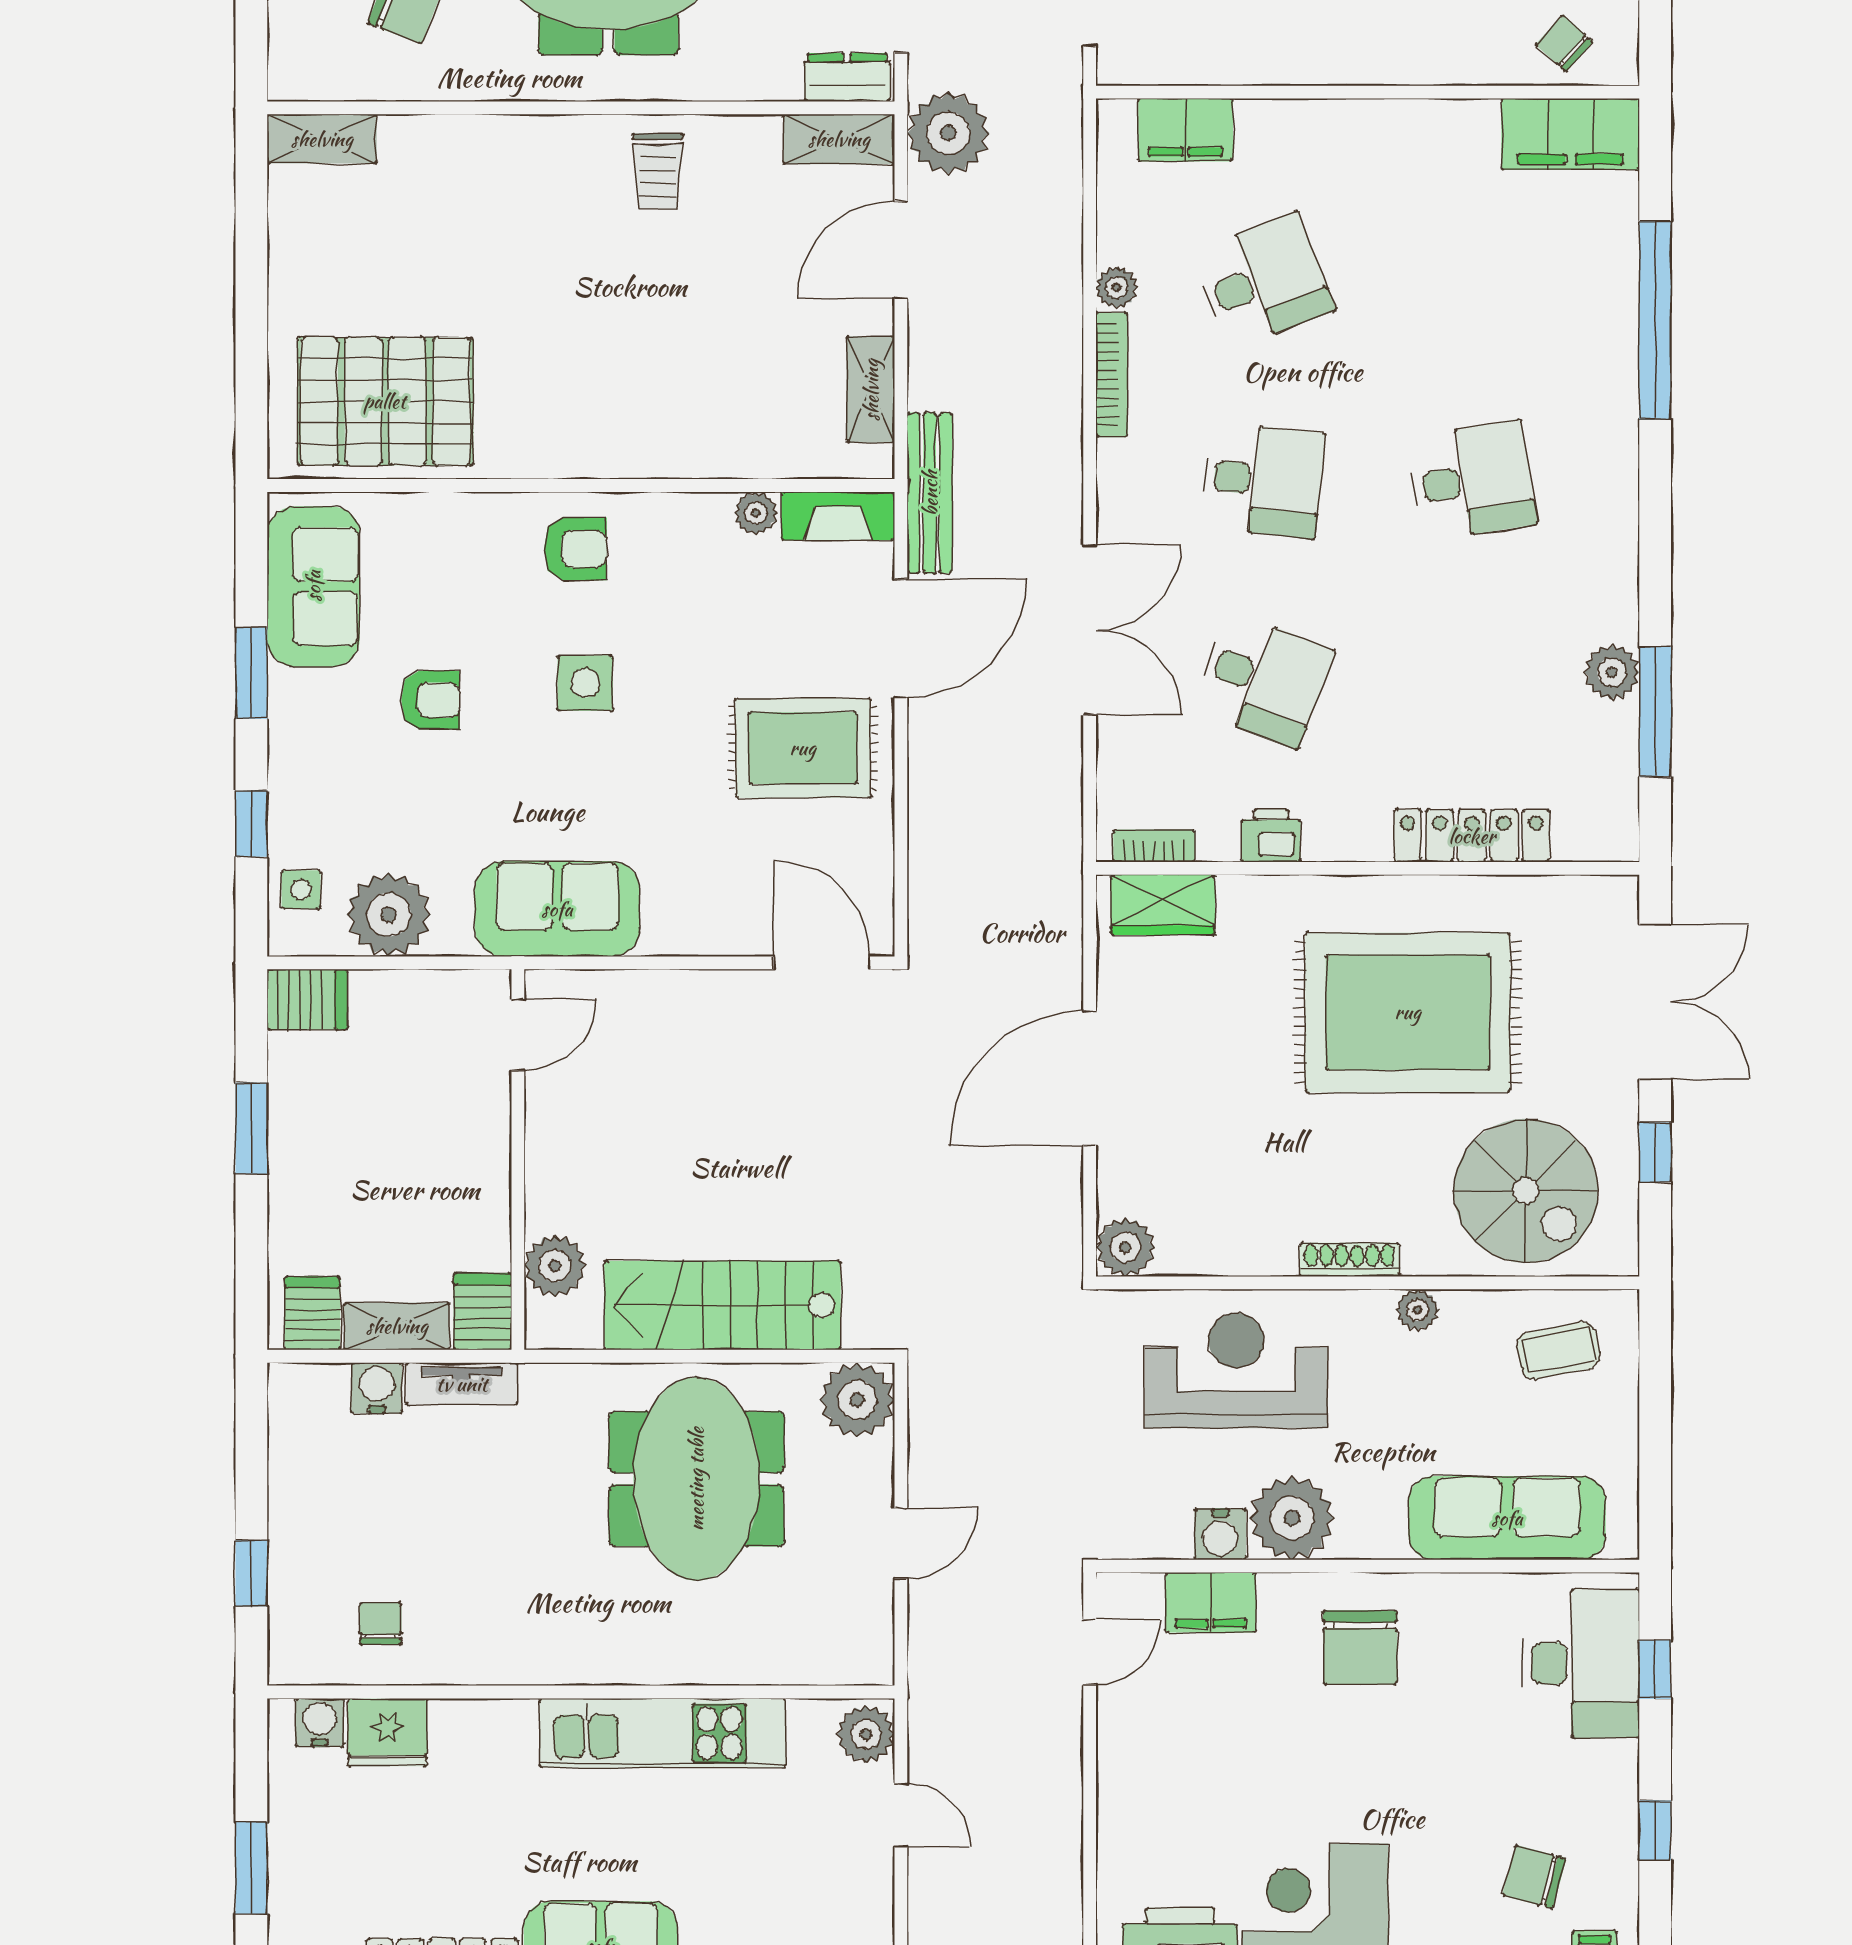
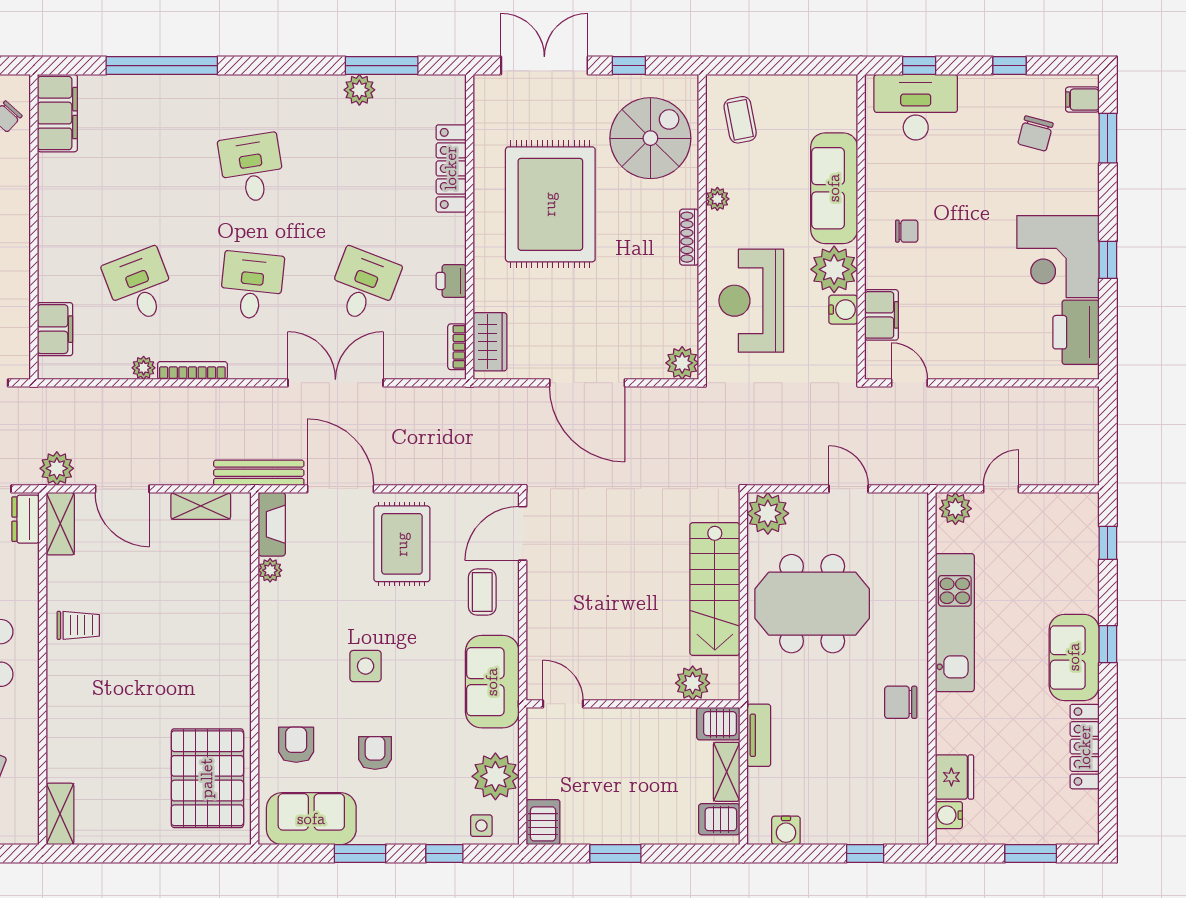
plant: (948, 133) -> (57, 468), width x0.73, depth x0.73
armchair: (575, 549) -> (296, 745), moved
coffee table: (717, 891) -> (482, 592), added
water cooler: (377, 1388) -> (786, 830), moved, turned -90
sofa: (1507, 1518) -> (834, 188), moved
chair: (380, 1624) -> (901, 702), moved, width x1.37, depth x1.37
chair: (1360, 1647) -> (907, 231), width x0.54, depth x0.54

